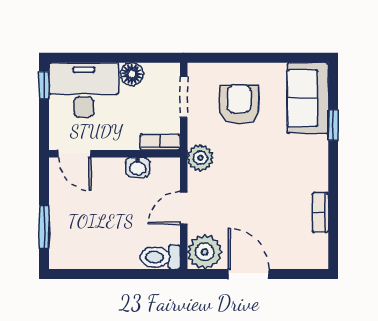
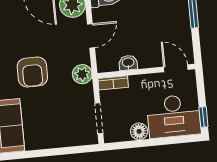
armchair: (239, 104) -> (32, 72), moved

